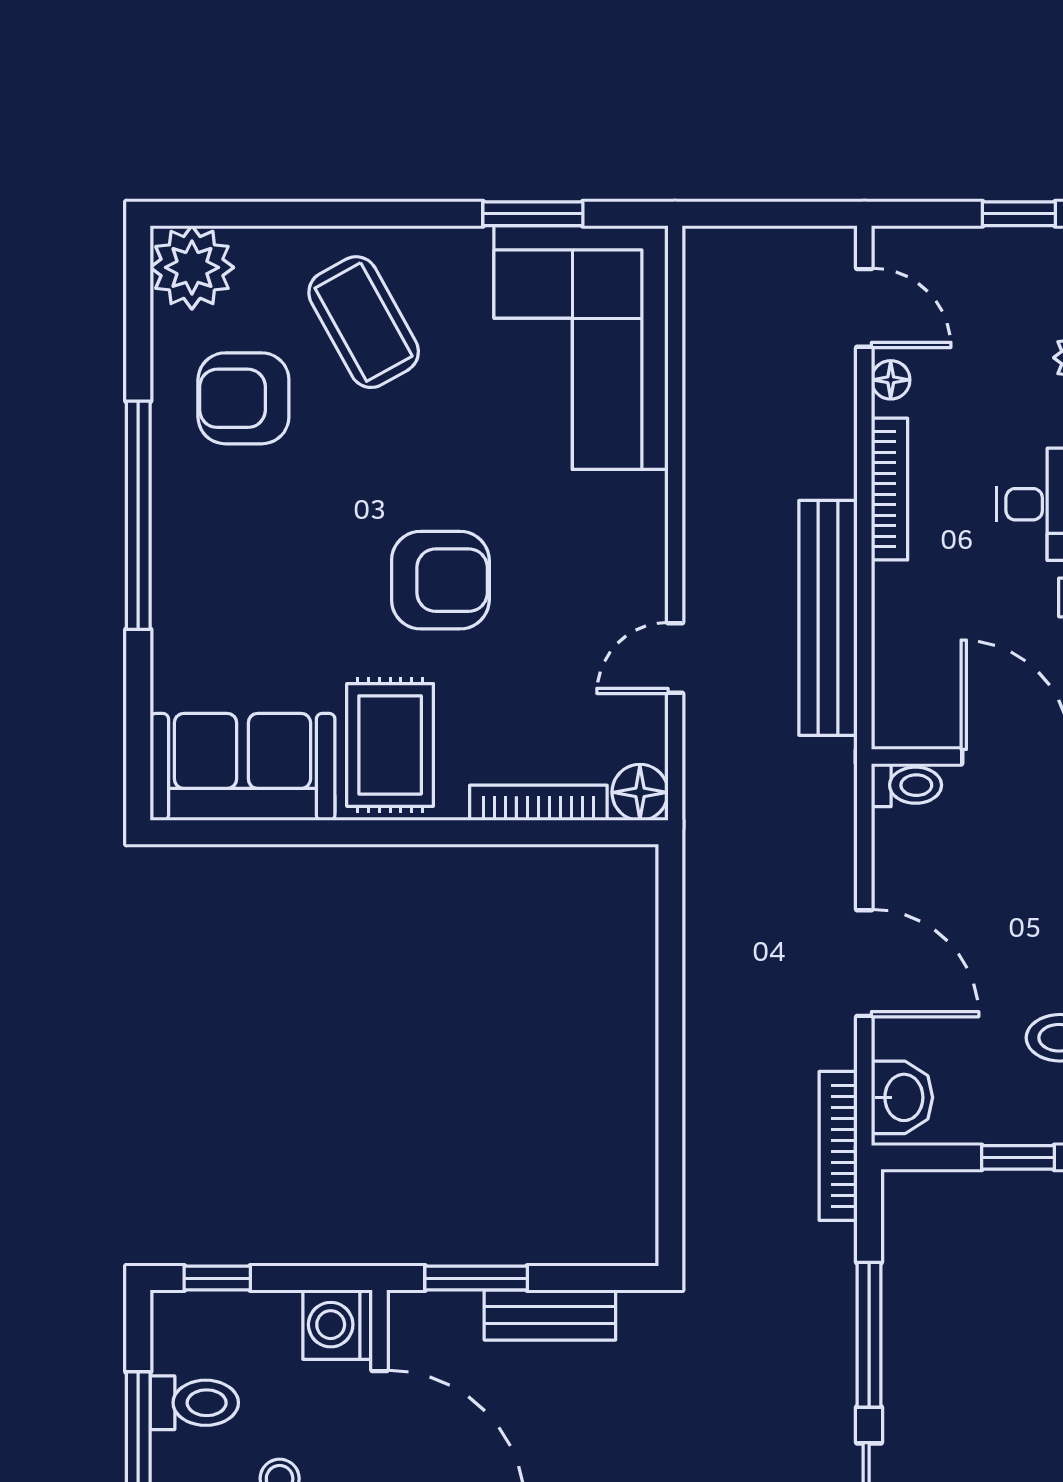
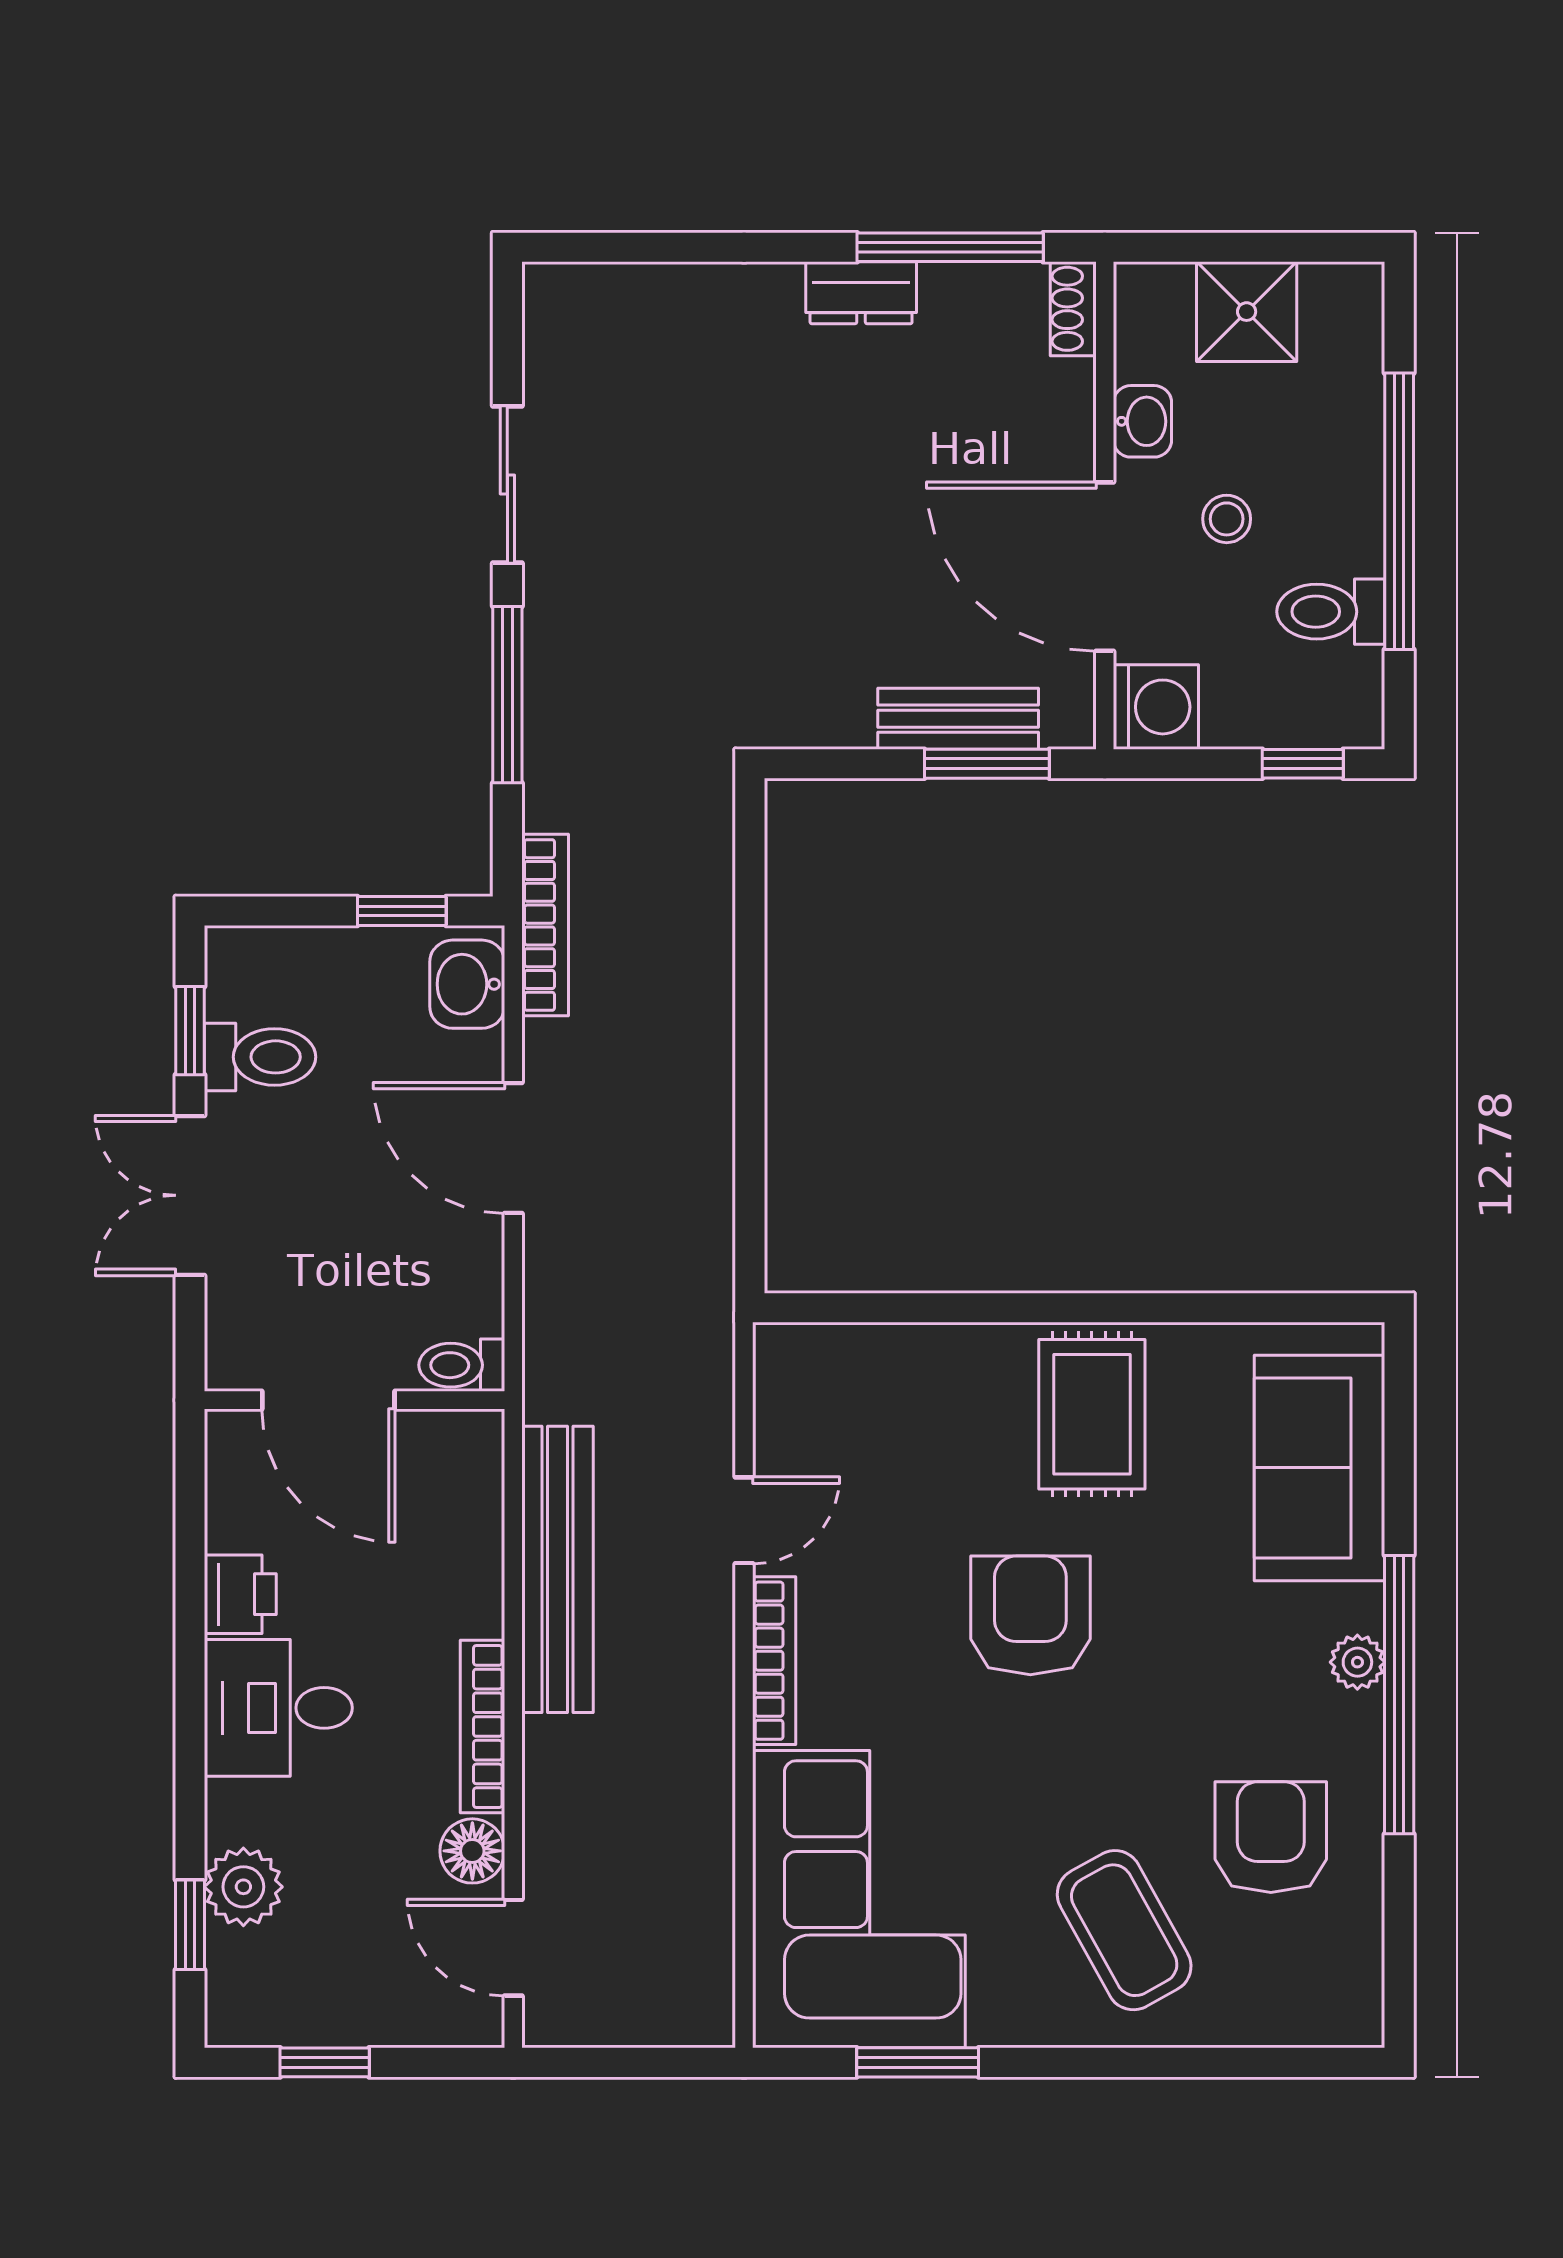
plant: (192, 267) -> (1357, 1662), moved, width x0.53, depth x0.53
floor lamp: (891, 380) -> (472, 1851), width x1.37, depth x1.37
armchair: (243, 398) -> (1271, 1837), turned -90
armchair: (440, 580) -> (1030, 1615), turned 90
sofa: (242, 767) -> (1320, 1468), moved, turned 90
floor lamp: (640, 792) -> (787, 1356), removed
bookcase: (538, 803) -> (774, 1661), moved, turned -90
window: (1018, 1157) -> (402, 911), moved
bench: (550, 1315) -> (958, 719), moved

